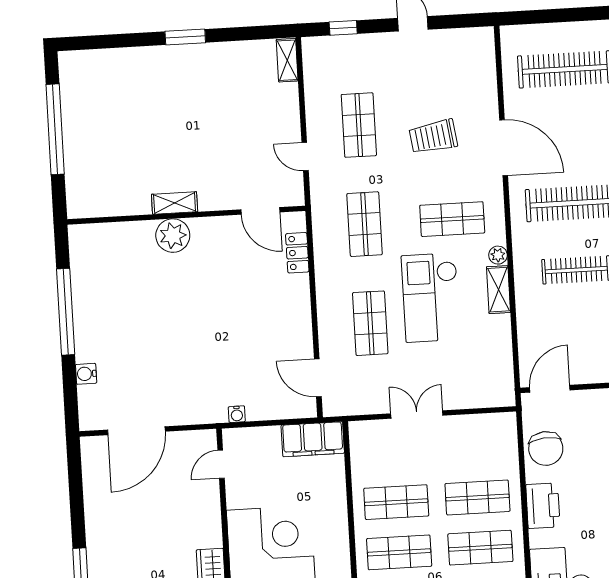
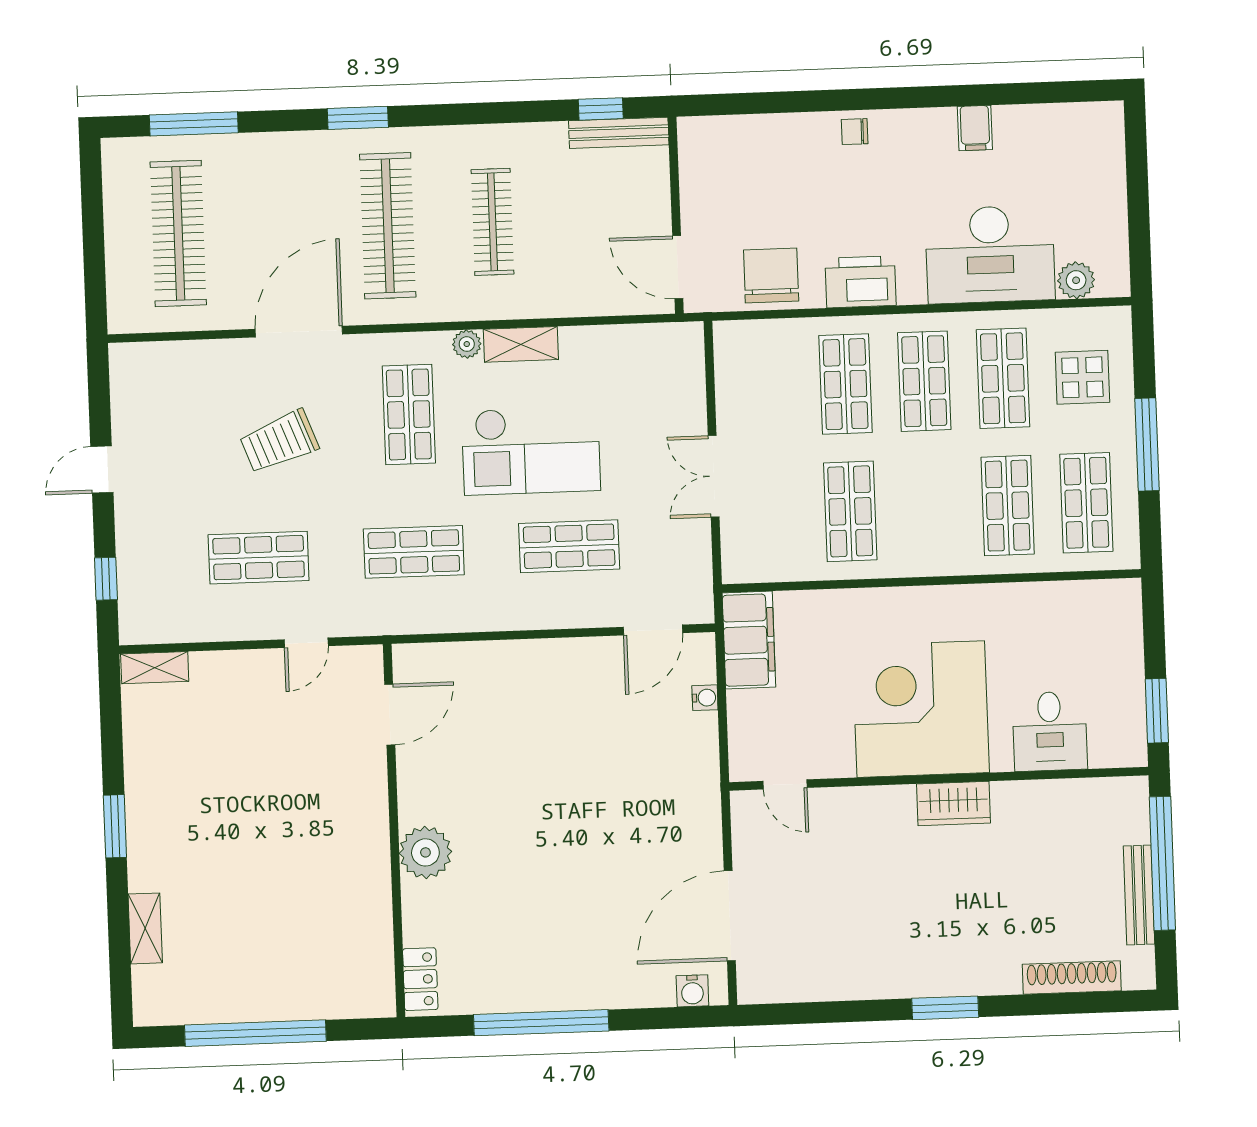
trolley: (433, 137) -> (279, 442), turned 77
shelving: (175, 203) -> (145, 928), moved
locker: (297, 253) -> (420, 979), moved, turned -90
water cooler: (86, 374) -> (692, 991), moved
water cooler: (237, 414) -> (705, 698), moved
door: (136, 431) -> (730, 916), swing flipped
chair: (546, 449) -> (771, 276), turned -85
shop shelf: (399, 552) -> (929, 508), removed

